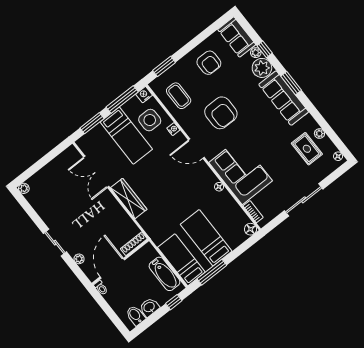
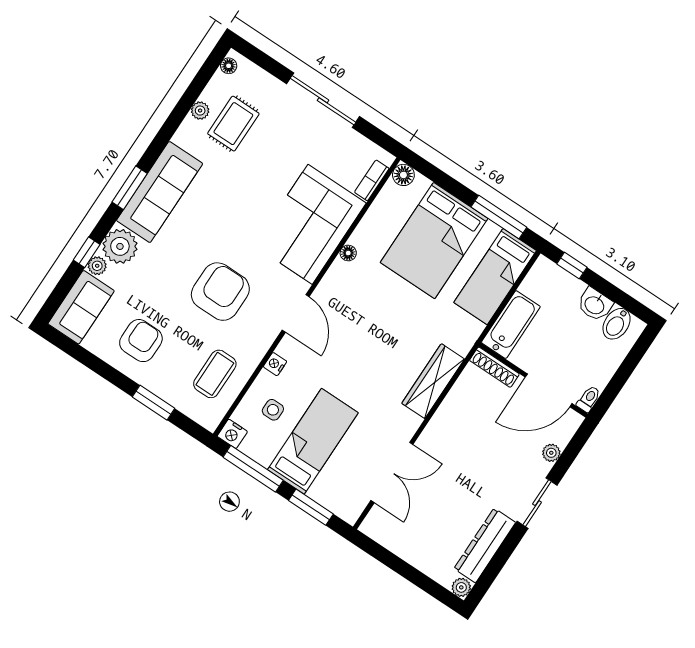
window: (164, 66) -> (153, 403), moved
side table: (150, 120) -> (273, 410), width x0.54, depth x0.54
wardrobe: (129, 199) -> (433, 381), moved
dresser: (42, 208) -> (485, 546), added
bed: (206, 238) -> (434, 240), width x1.50
bathtub: (164, 274) -> (511, 325), moved

